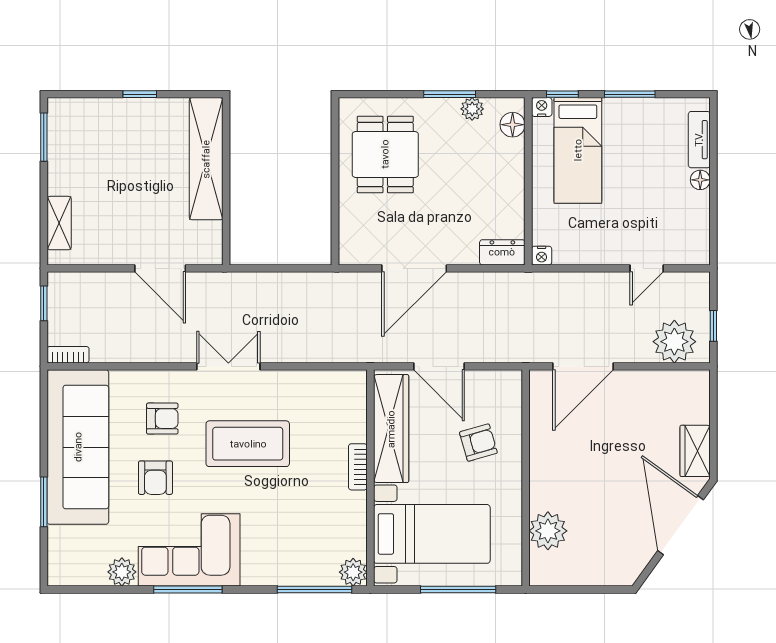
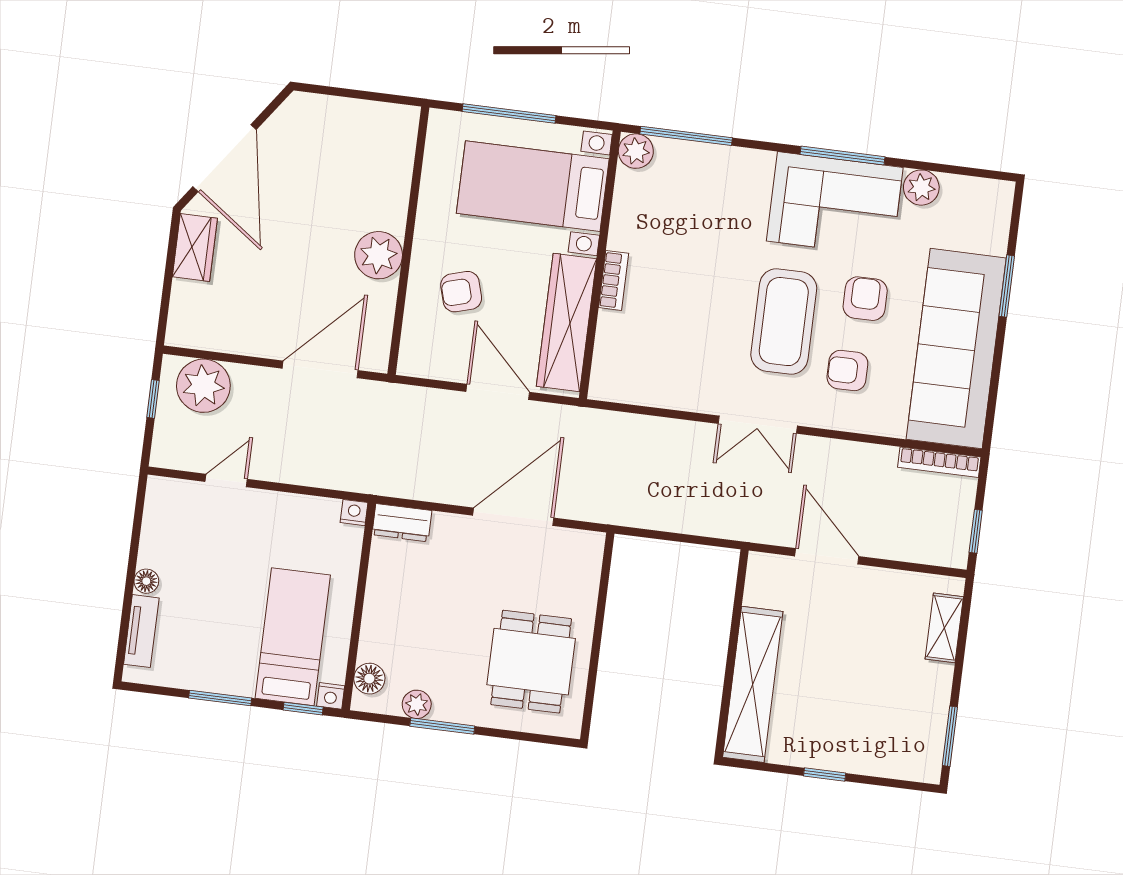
bookcase: (68, 355) -> (939, 462), width x1.56
coffee table: (248, 444) -> (784, 322), moved, turned 90
plant: (548, 531) -> (379, 255), moved

